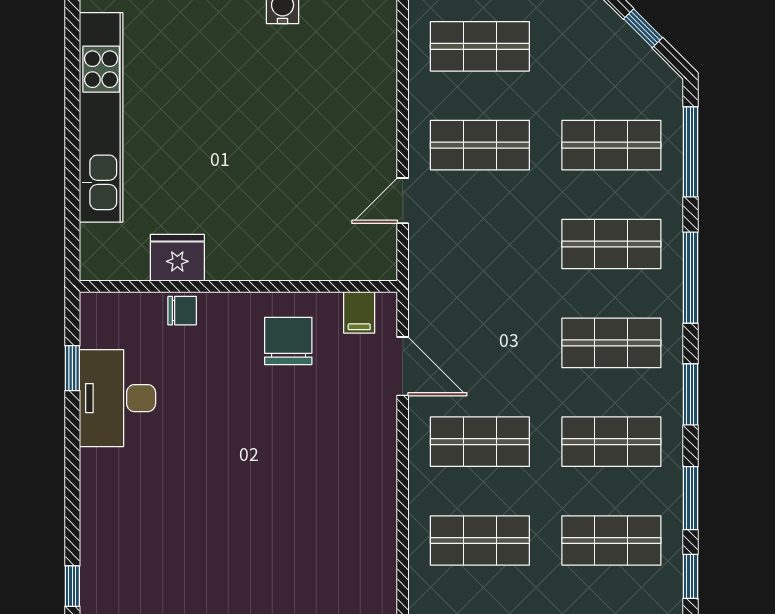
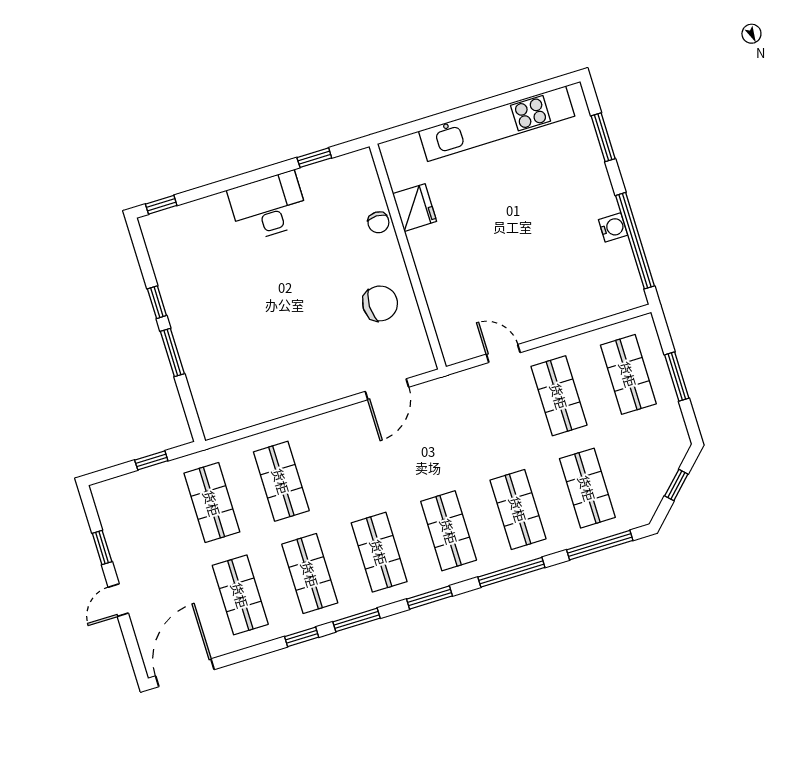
filing cabinet: (359, 312) -> (416, 347), removed
desk: (117, 398) -> (268, 207), moved
shop shelf: (480, 442) -> (351, 460), removed

